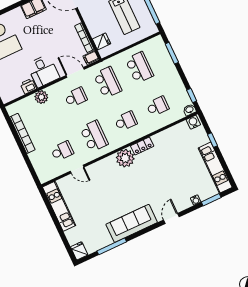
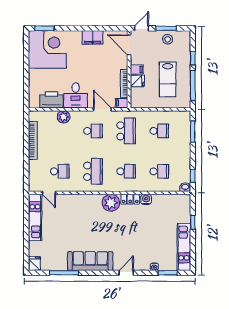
filing cabinet: (90, 19) -> (137, 70), added
fridge: (102, 41) -> (137, 81), moved
school desk: (139, 67) -> (159, 131), width x0.54
printer: (28, 86) -> (51, 100), width x1.87, depth x1.48
water cooler: (193, 122) -> (146, 199), moved
door: (77, 169) -> (49, 193), moved

